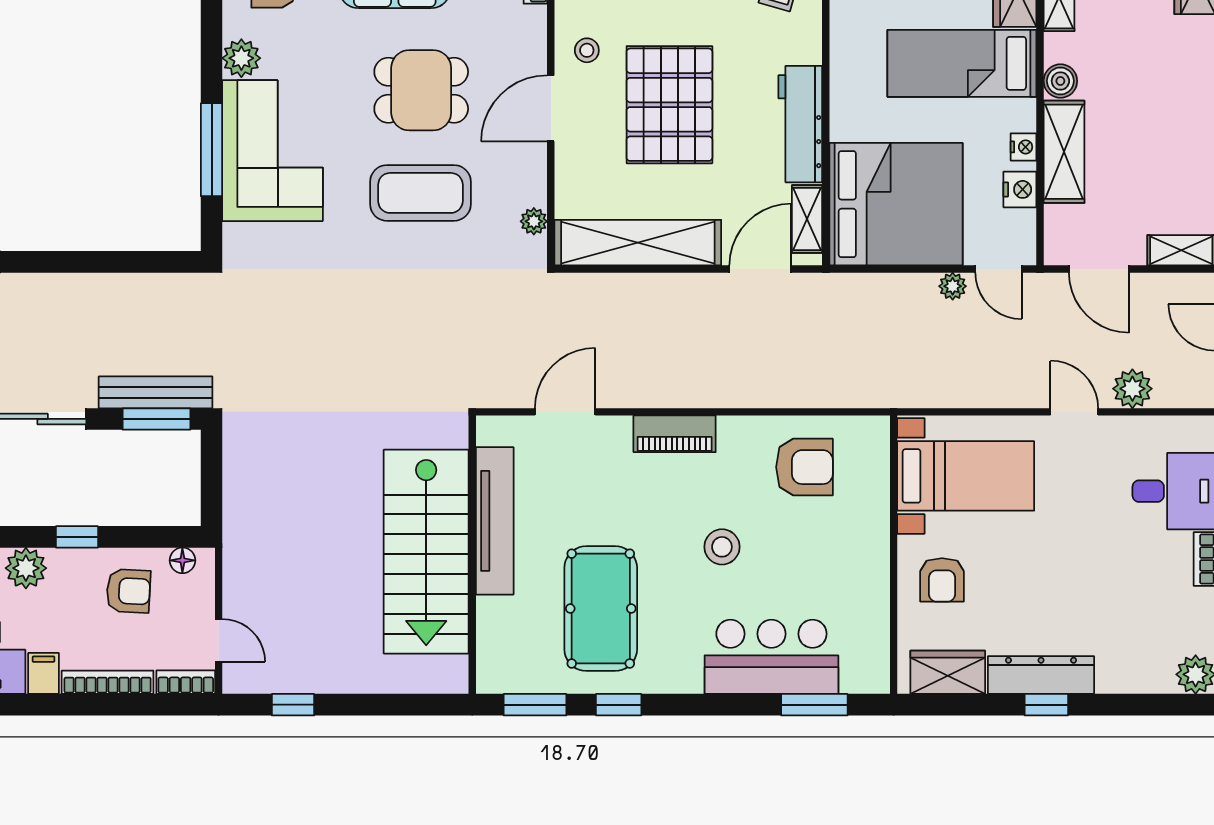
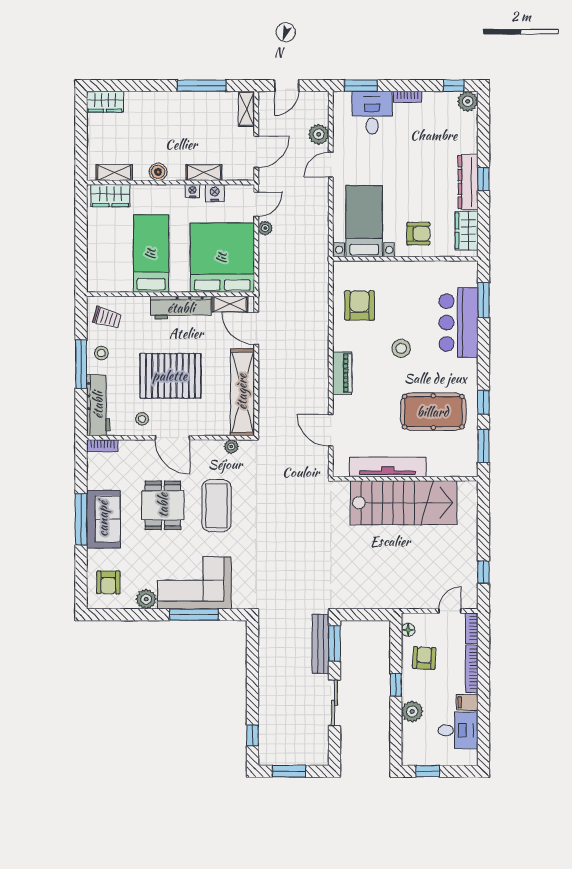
bed: (962, 63) -> (151, 254), moved, turned 180
shelving: (1064, 152) -> (204, 173), width x0.67, depth x0.75

